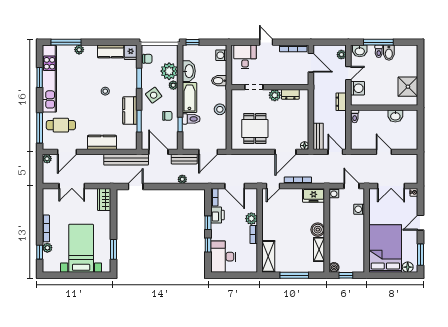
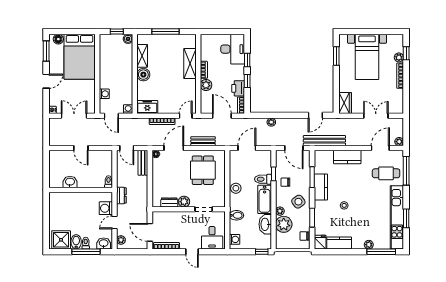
shower: (408, 87) -> (61, 240), moved
bench: (184, 159) -> (203, 141), moved
shelving: (268, 256) -> (190, 64), moved

